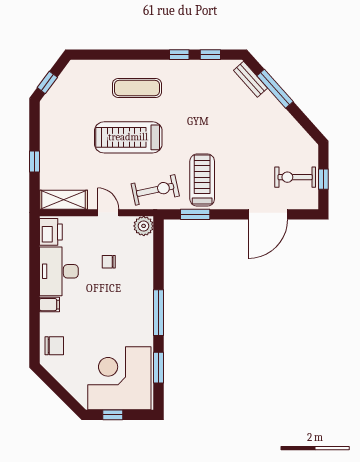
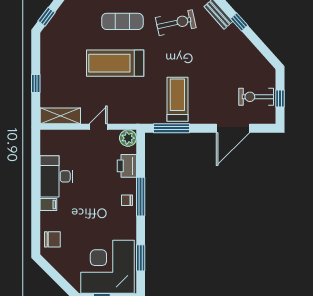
window: (275, 89) -> (239, 22), width x0.46
exercise bike: (155, 190) -> (176, 23), moved
door: (108, 213) -> (98, 127), hinge flipped
window: (195, 214) -> (171, 128), width x1.44
printer: (51, 232) -> (127, 166), moved, turned 180
chair: (109, 262) -> (127, 200), moved
window: (159, 313) -> (141, 197), moved

